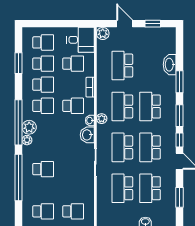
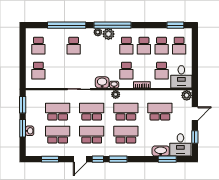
desk: (162, 41) -> (180, 145), added
window: (18, 63) -> (175, 25), moved
window: (179, 82) -> (167, 159), moved

